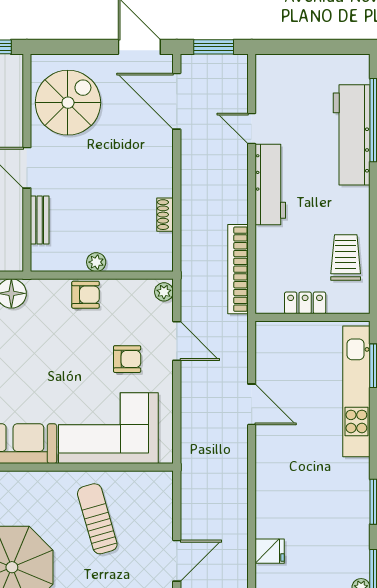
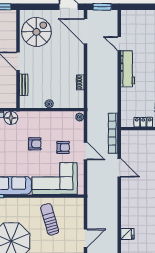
bookcase: (238, 269) -> (113, 133), moved
armchair: (86, 295) -> (35, 144), moved
door: (177, 341) -> (85, 151), moved

